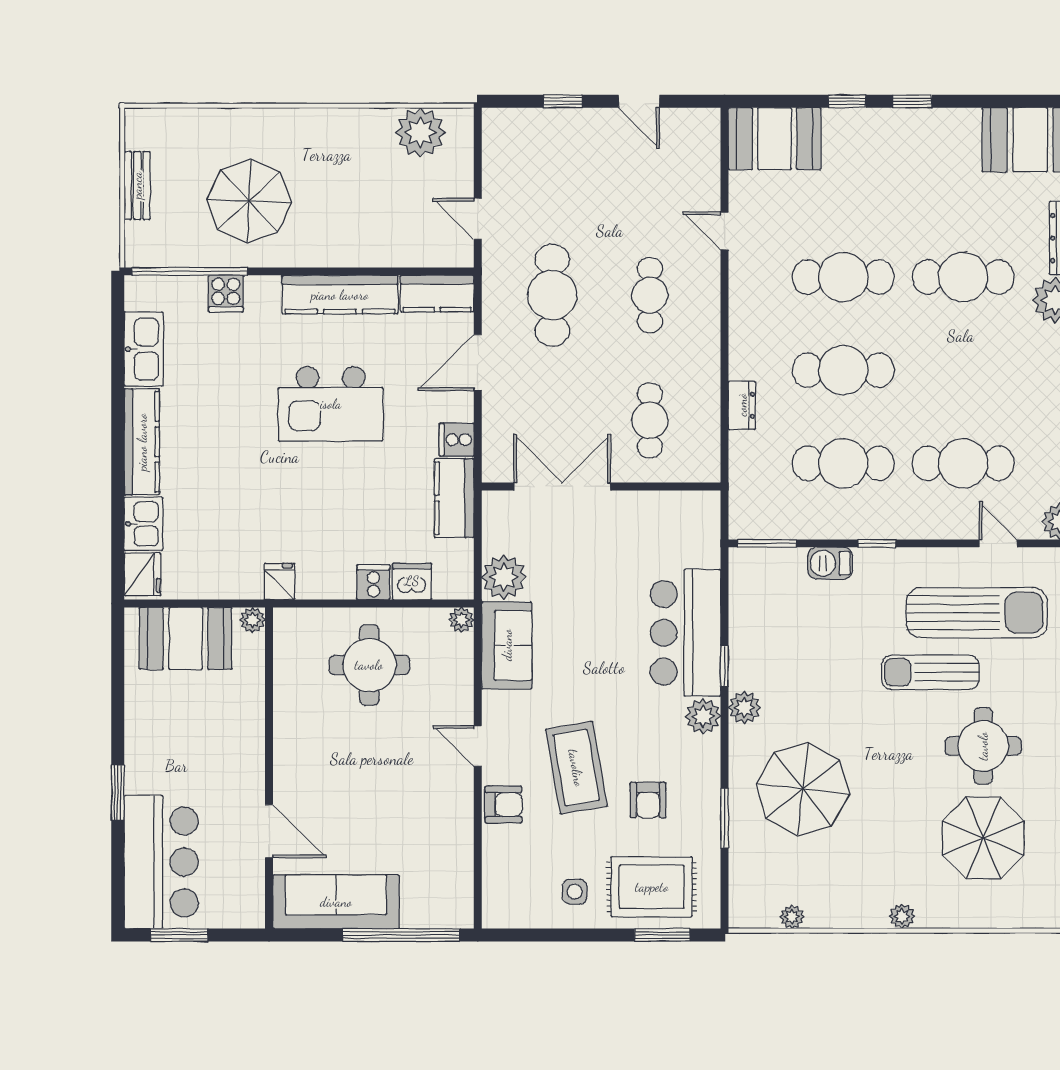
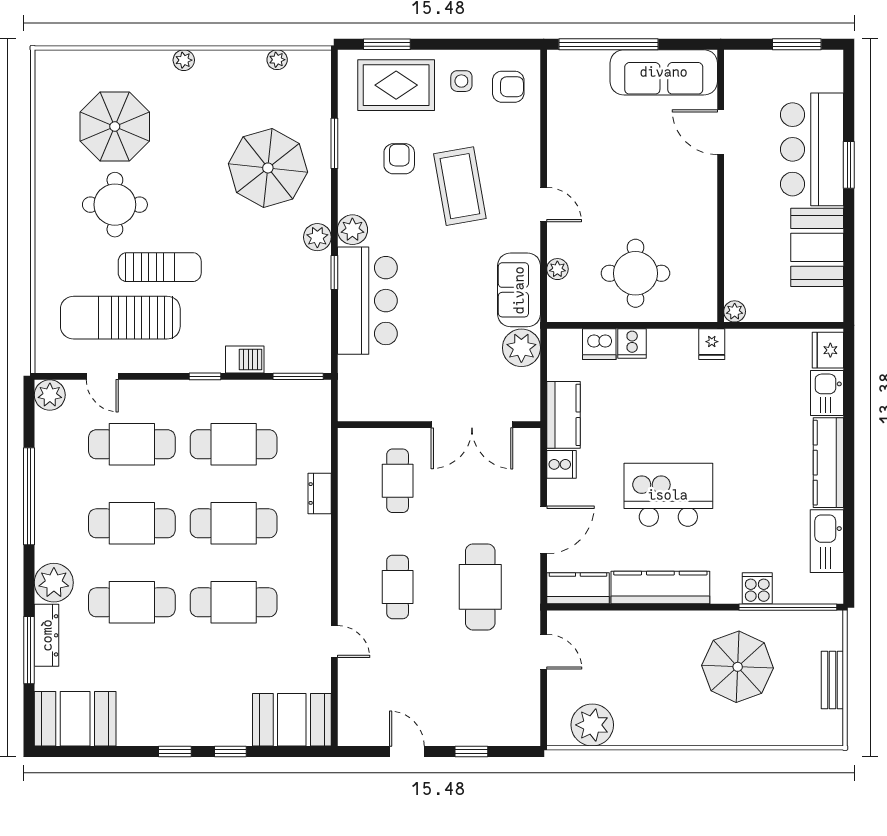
cafe table: (963, 370) -> (132, 523), added
plant: (461, 620) -> (557, 269), moved
booth: (186, 638) -> (817, 247), moved, turned 90
armchair: (503, 805) -> (508, 87), moved, turned 180
bar counter: (161, 862) -> (812, 149), moved

